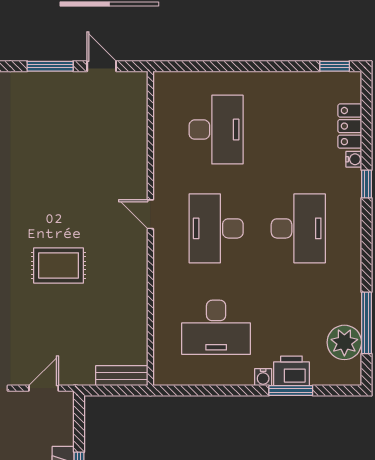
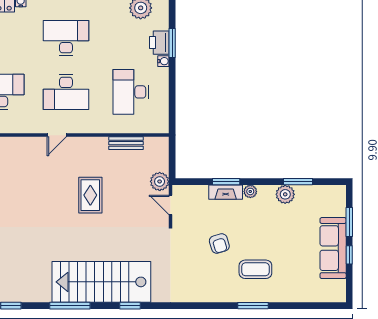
desk: (216, 327) -> (131, 92), turned 180
plant: (79, 371) -> (160, 181), added
bench: (122, 376) -> (126, 143), moved, turned 90

